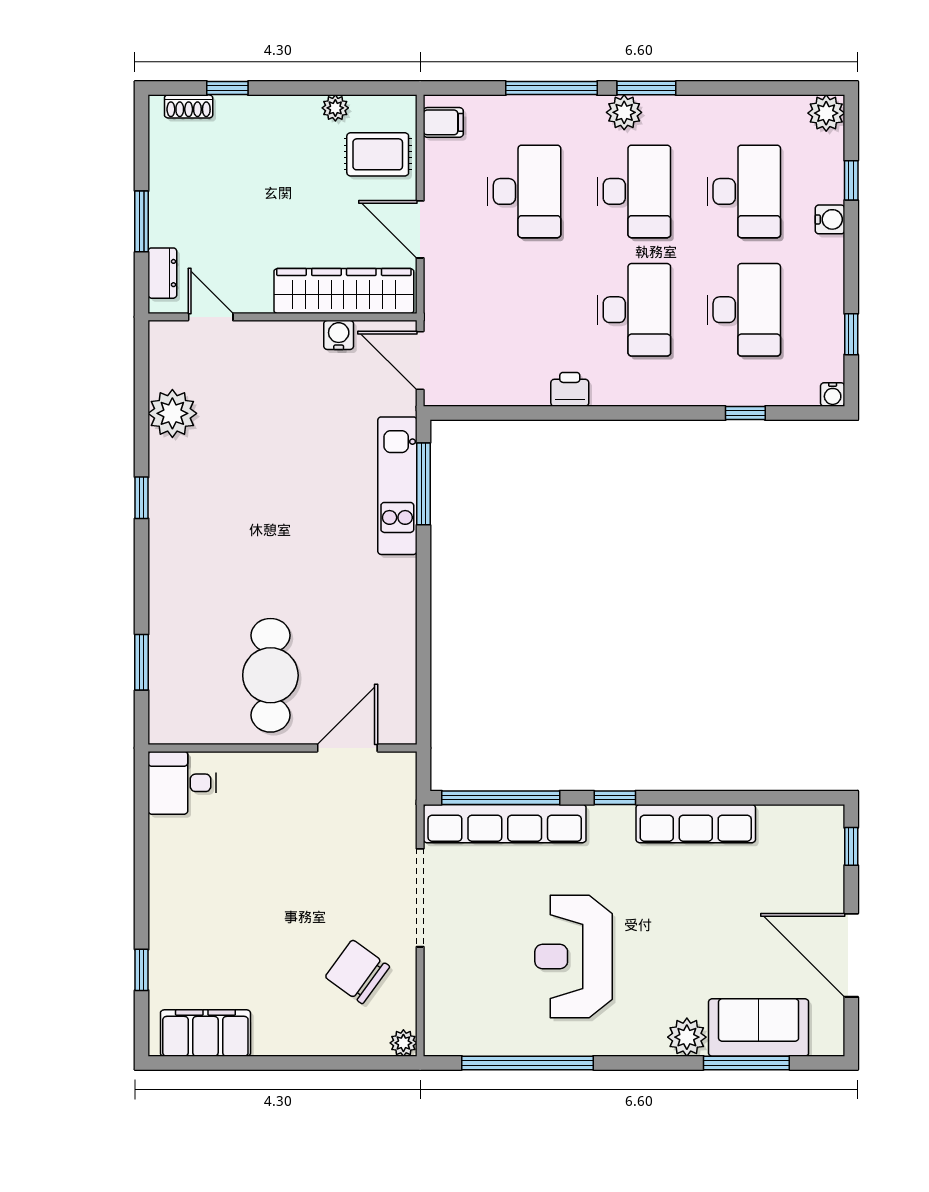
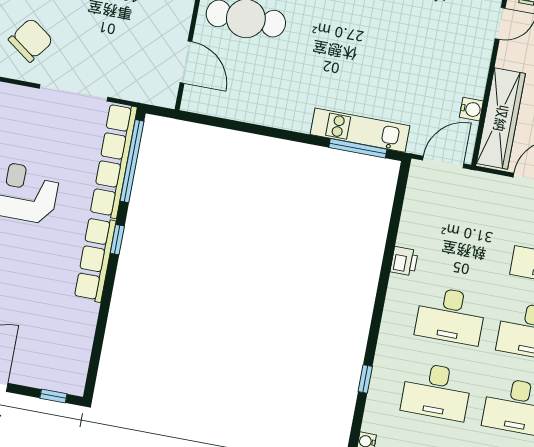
row of seats: (696, 824) -> (95, 259), moved

